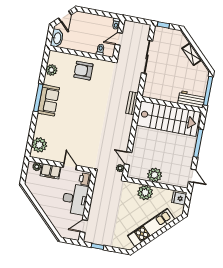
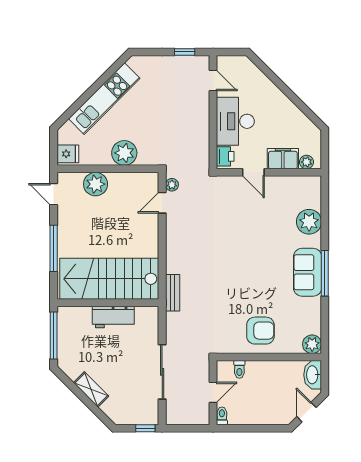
plant: (51, 70) -> (312, 344), moved
workbench: (191, 99) -> (113, 317), moved
plant: (39, 145) -> (309, 222), moved
door: (128, 158) -> (162, 203), swing flipped
plant: (155, 175) -> (96, 184), moved
door: (84, 226) -> (213, 80), hinge flipped

